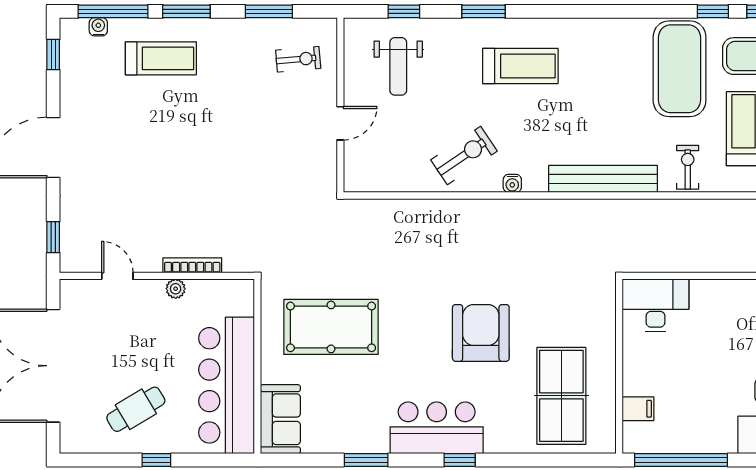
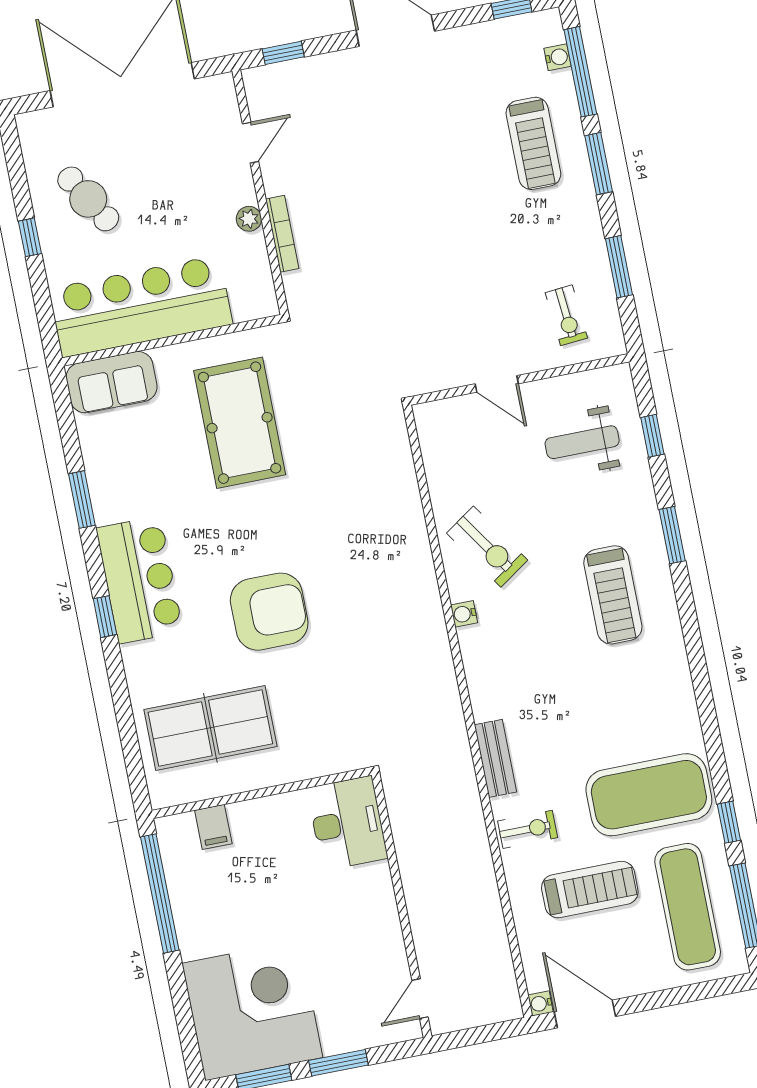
bench: (603, 179) -> (495, 758), width x0.54, depth x0.82

